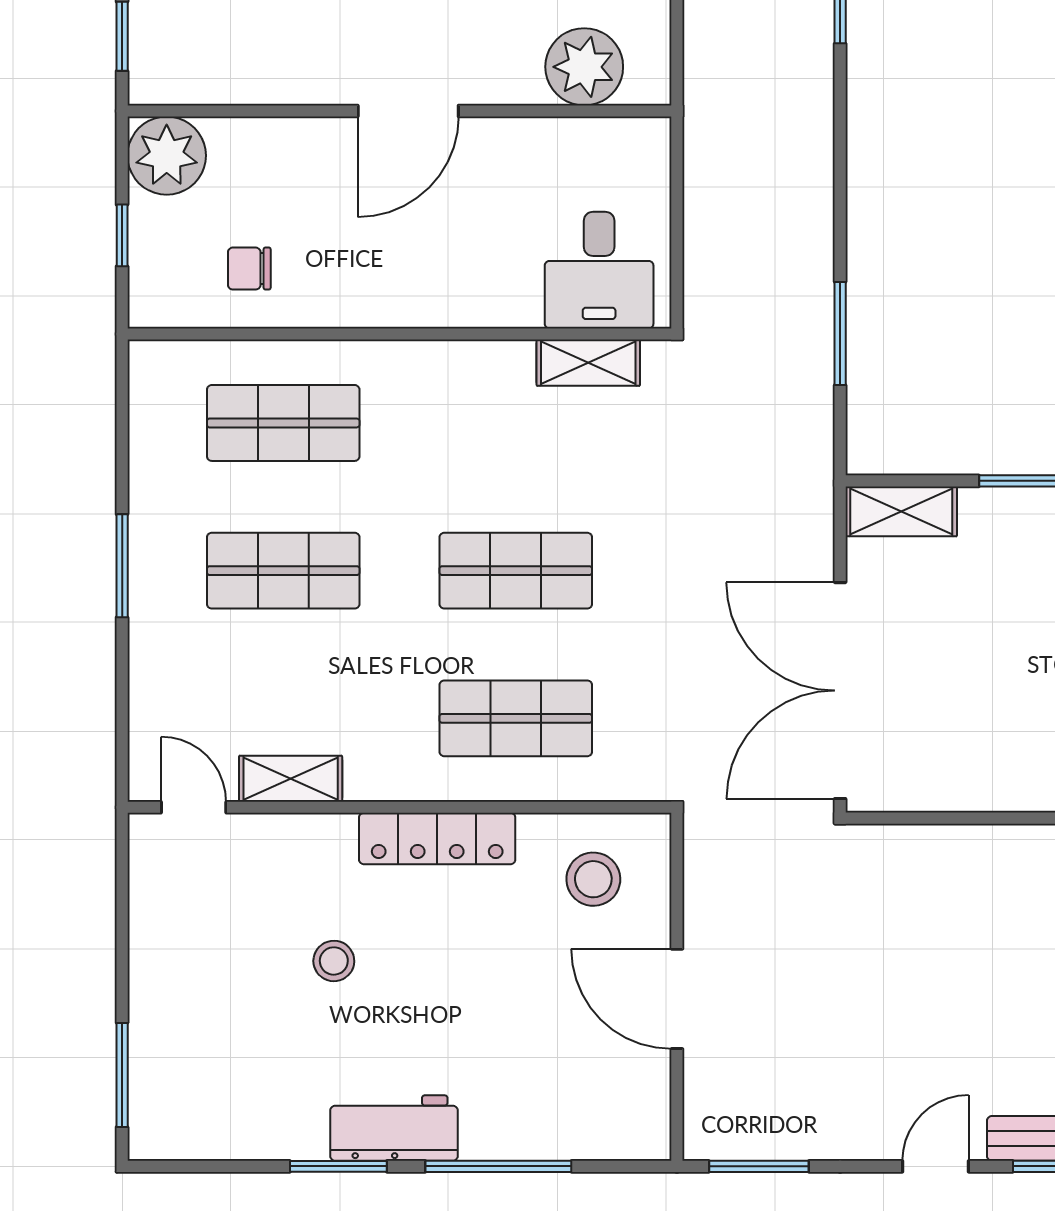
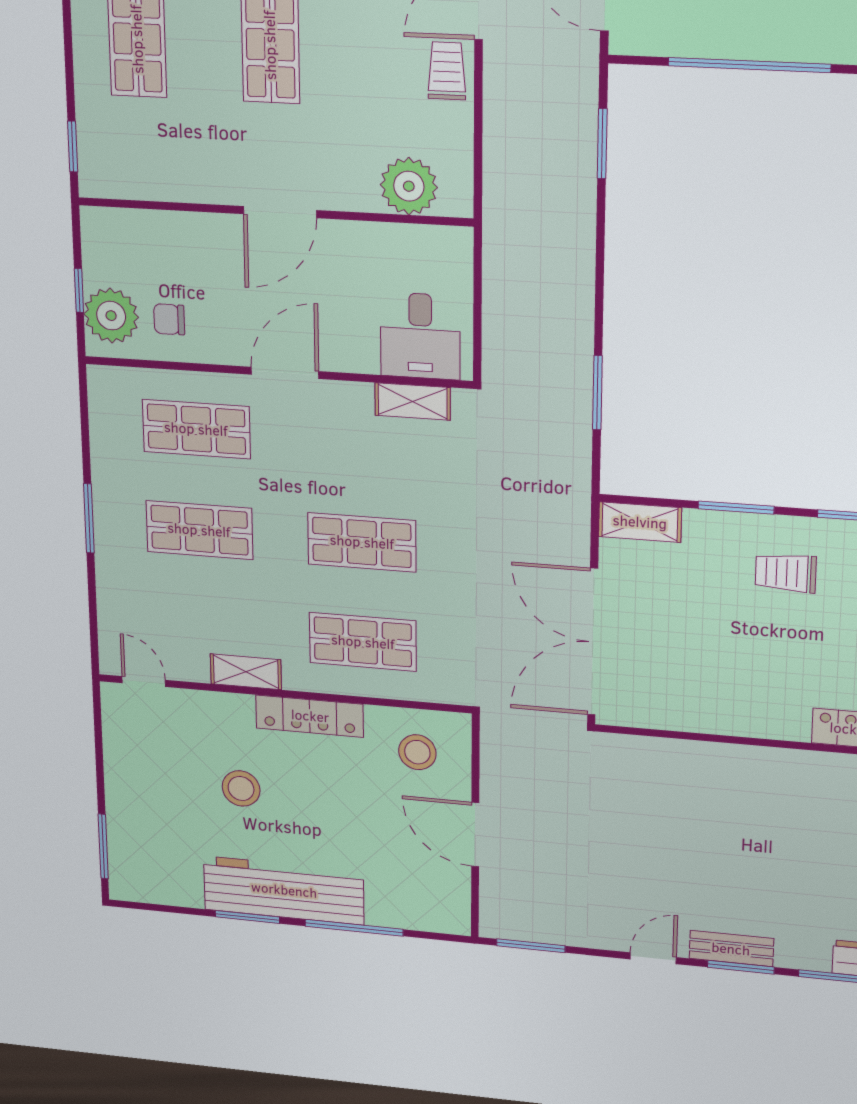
plant: (167, 156) -> (111, 316), moved
door: (411, 334) -> (285, 373), added
shelving: (291, 779) -> (246, 672), moved
stool: (334, 961) -> (241, 788), width x1.37, depth x1.37
workbench: (394, 1128) -> (284, 890), width x1.88, depth x1.32

